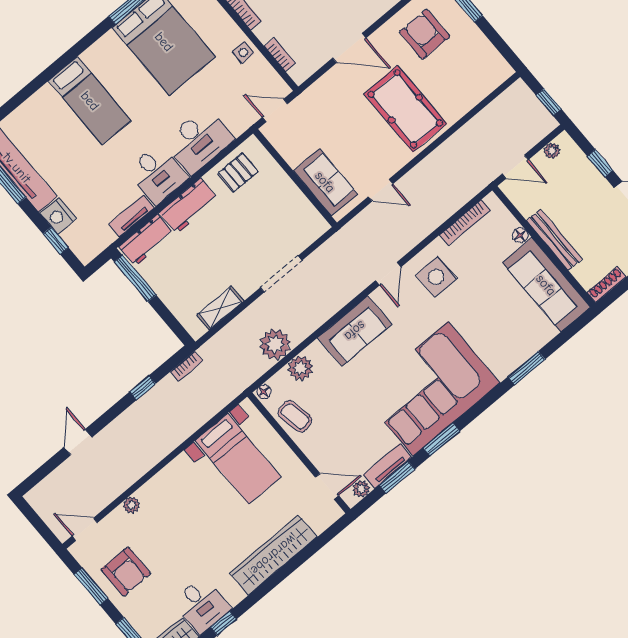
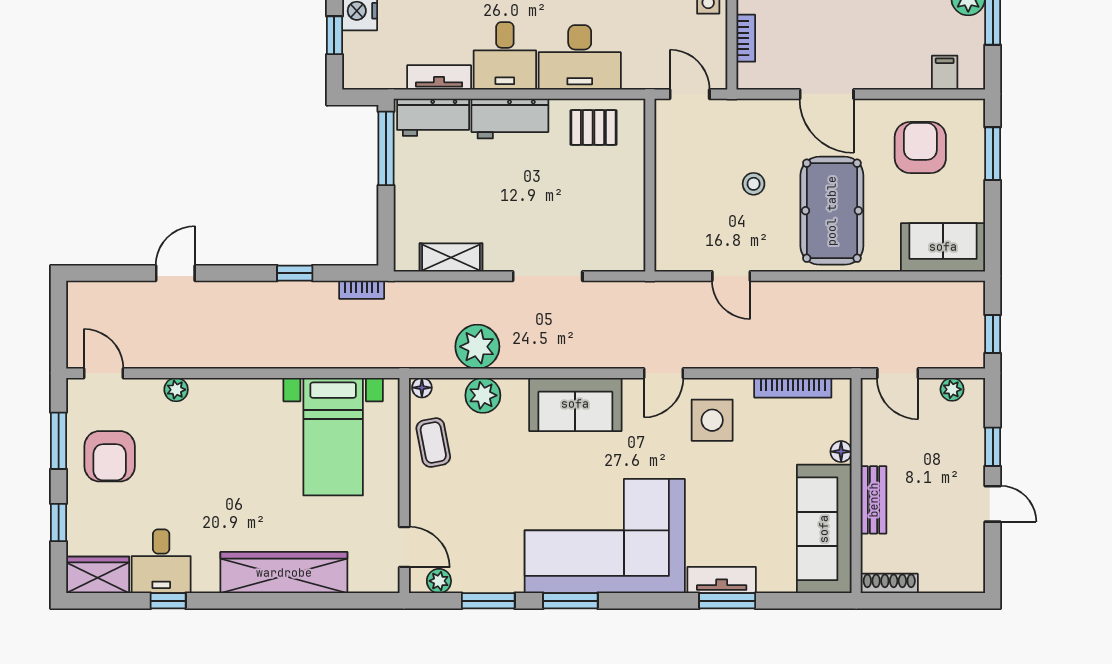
stool: (351, 130) -> (754, 184), added
sofa: (325, 182) -> (943, 247), moved, turned -90
bench: (554, 240) -> (874, 500), width x0.73
tv unit: (387, 466) -> (722, 580), moved

